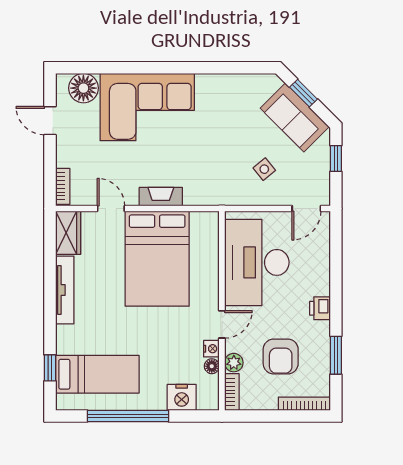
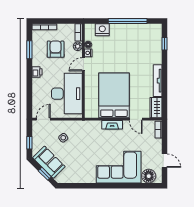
bed: (97, 374) -> (142, 41), removed

